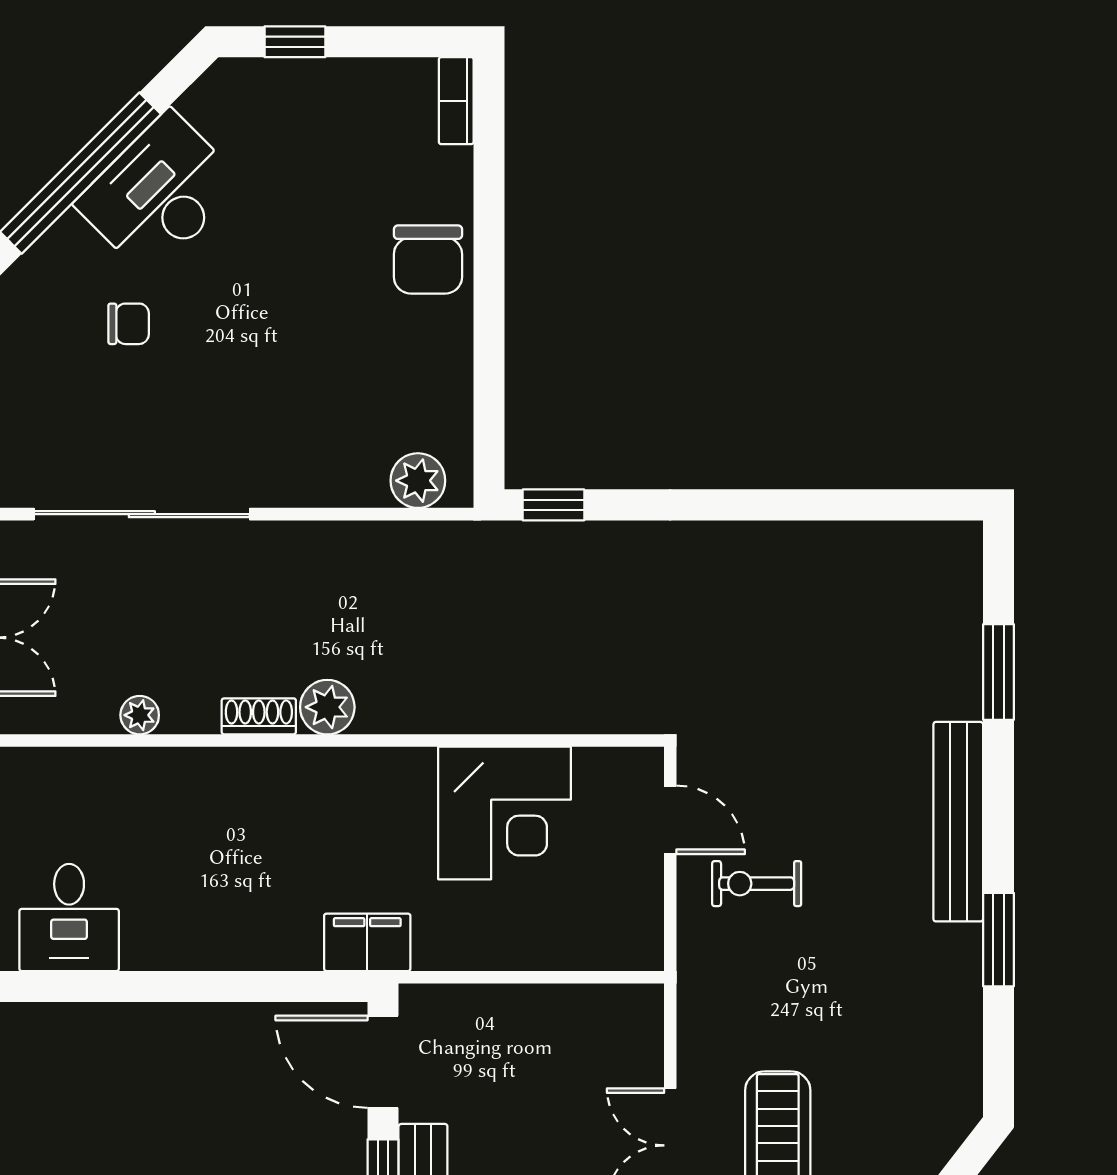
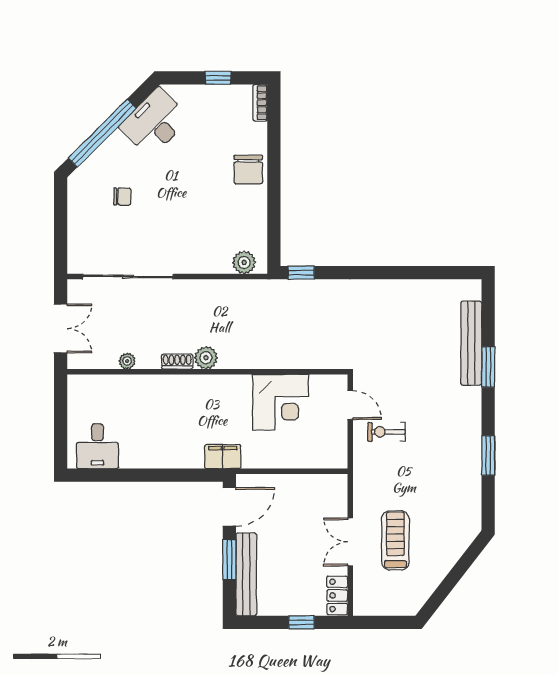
window: (295, 42) -> (218, 78), moved
desk: (159, 194) -> (155, 122), moved
window: (999, 672) -> (488, 367), moved
bench: (958, 822) -> (471, 343), moved
door: (383, 1062) -> (229, 507), swing flipped

